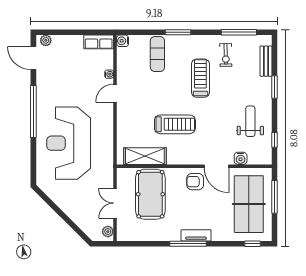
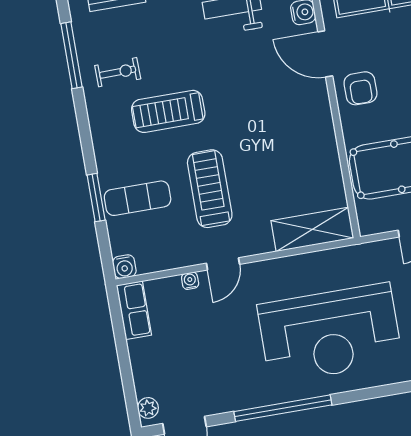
window: (178, 32) -> (96, 198), moved
door: (115, 93) -> (223, 264), hinge flipped
treadmill: (175, 124) -> (210, 189), moved
shelving: (145, 156) -> (312, 229), moved, turned 90
door: (216, 166) -> (325, 54), swing flipped

